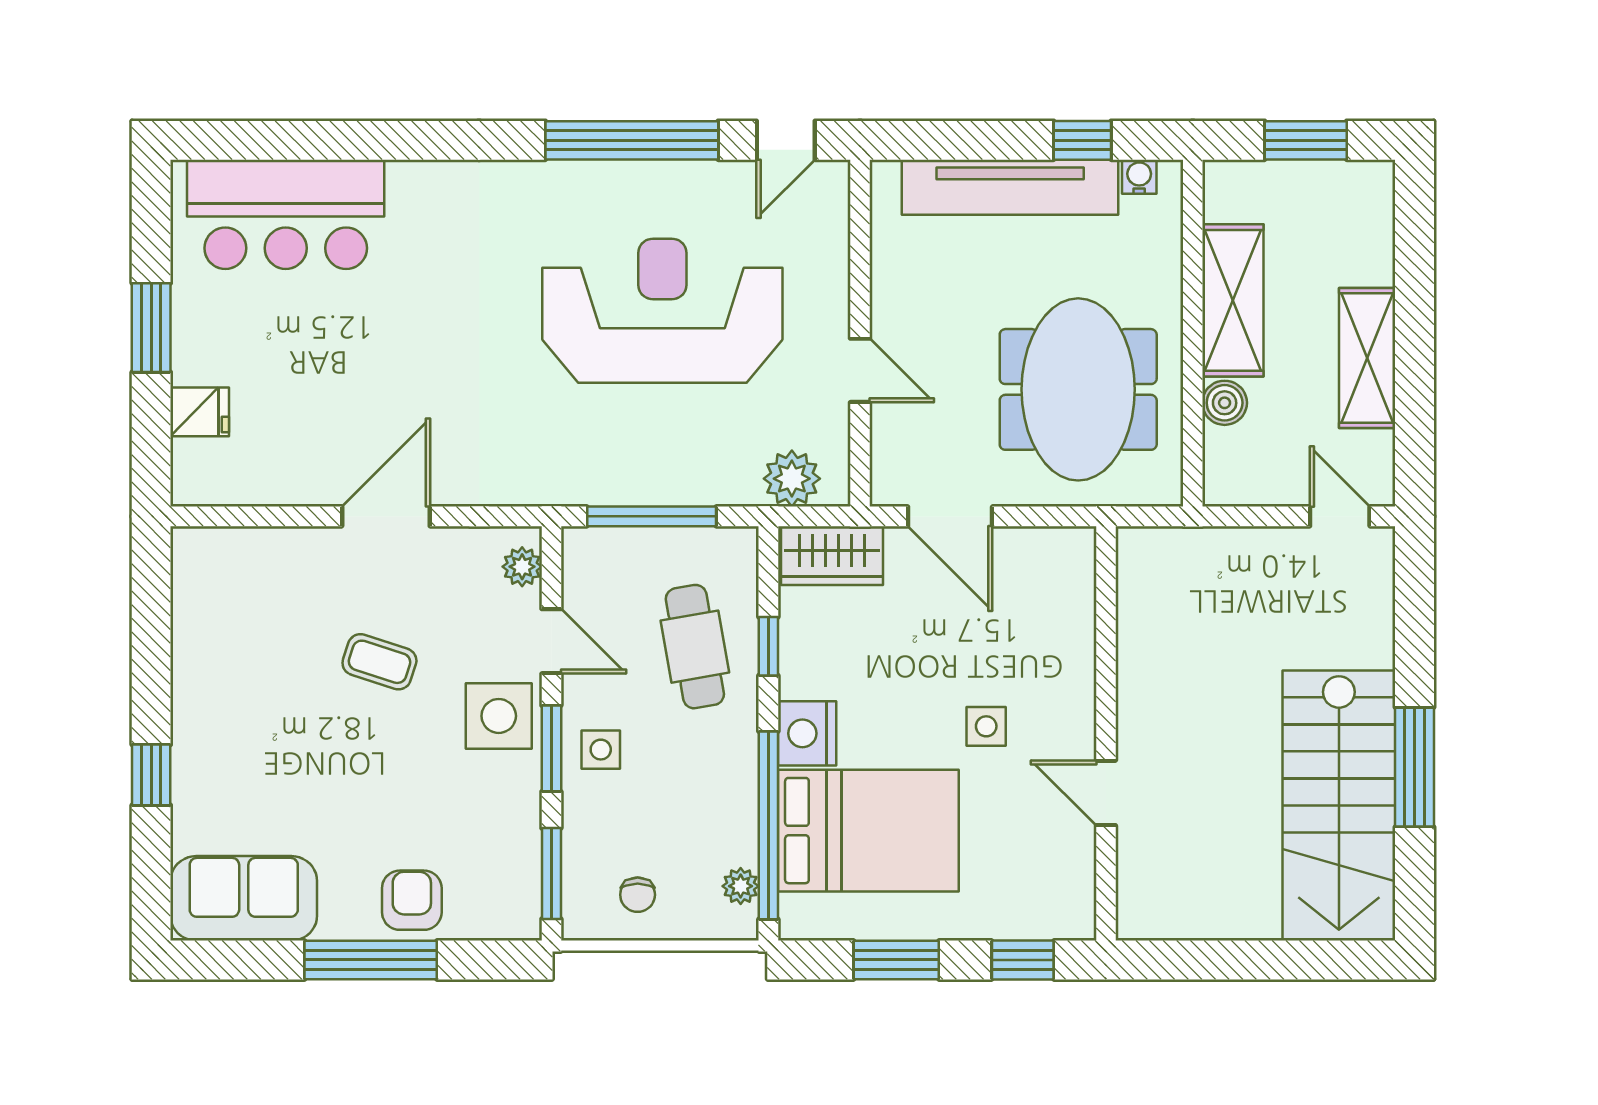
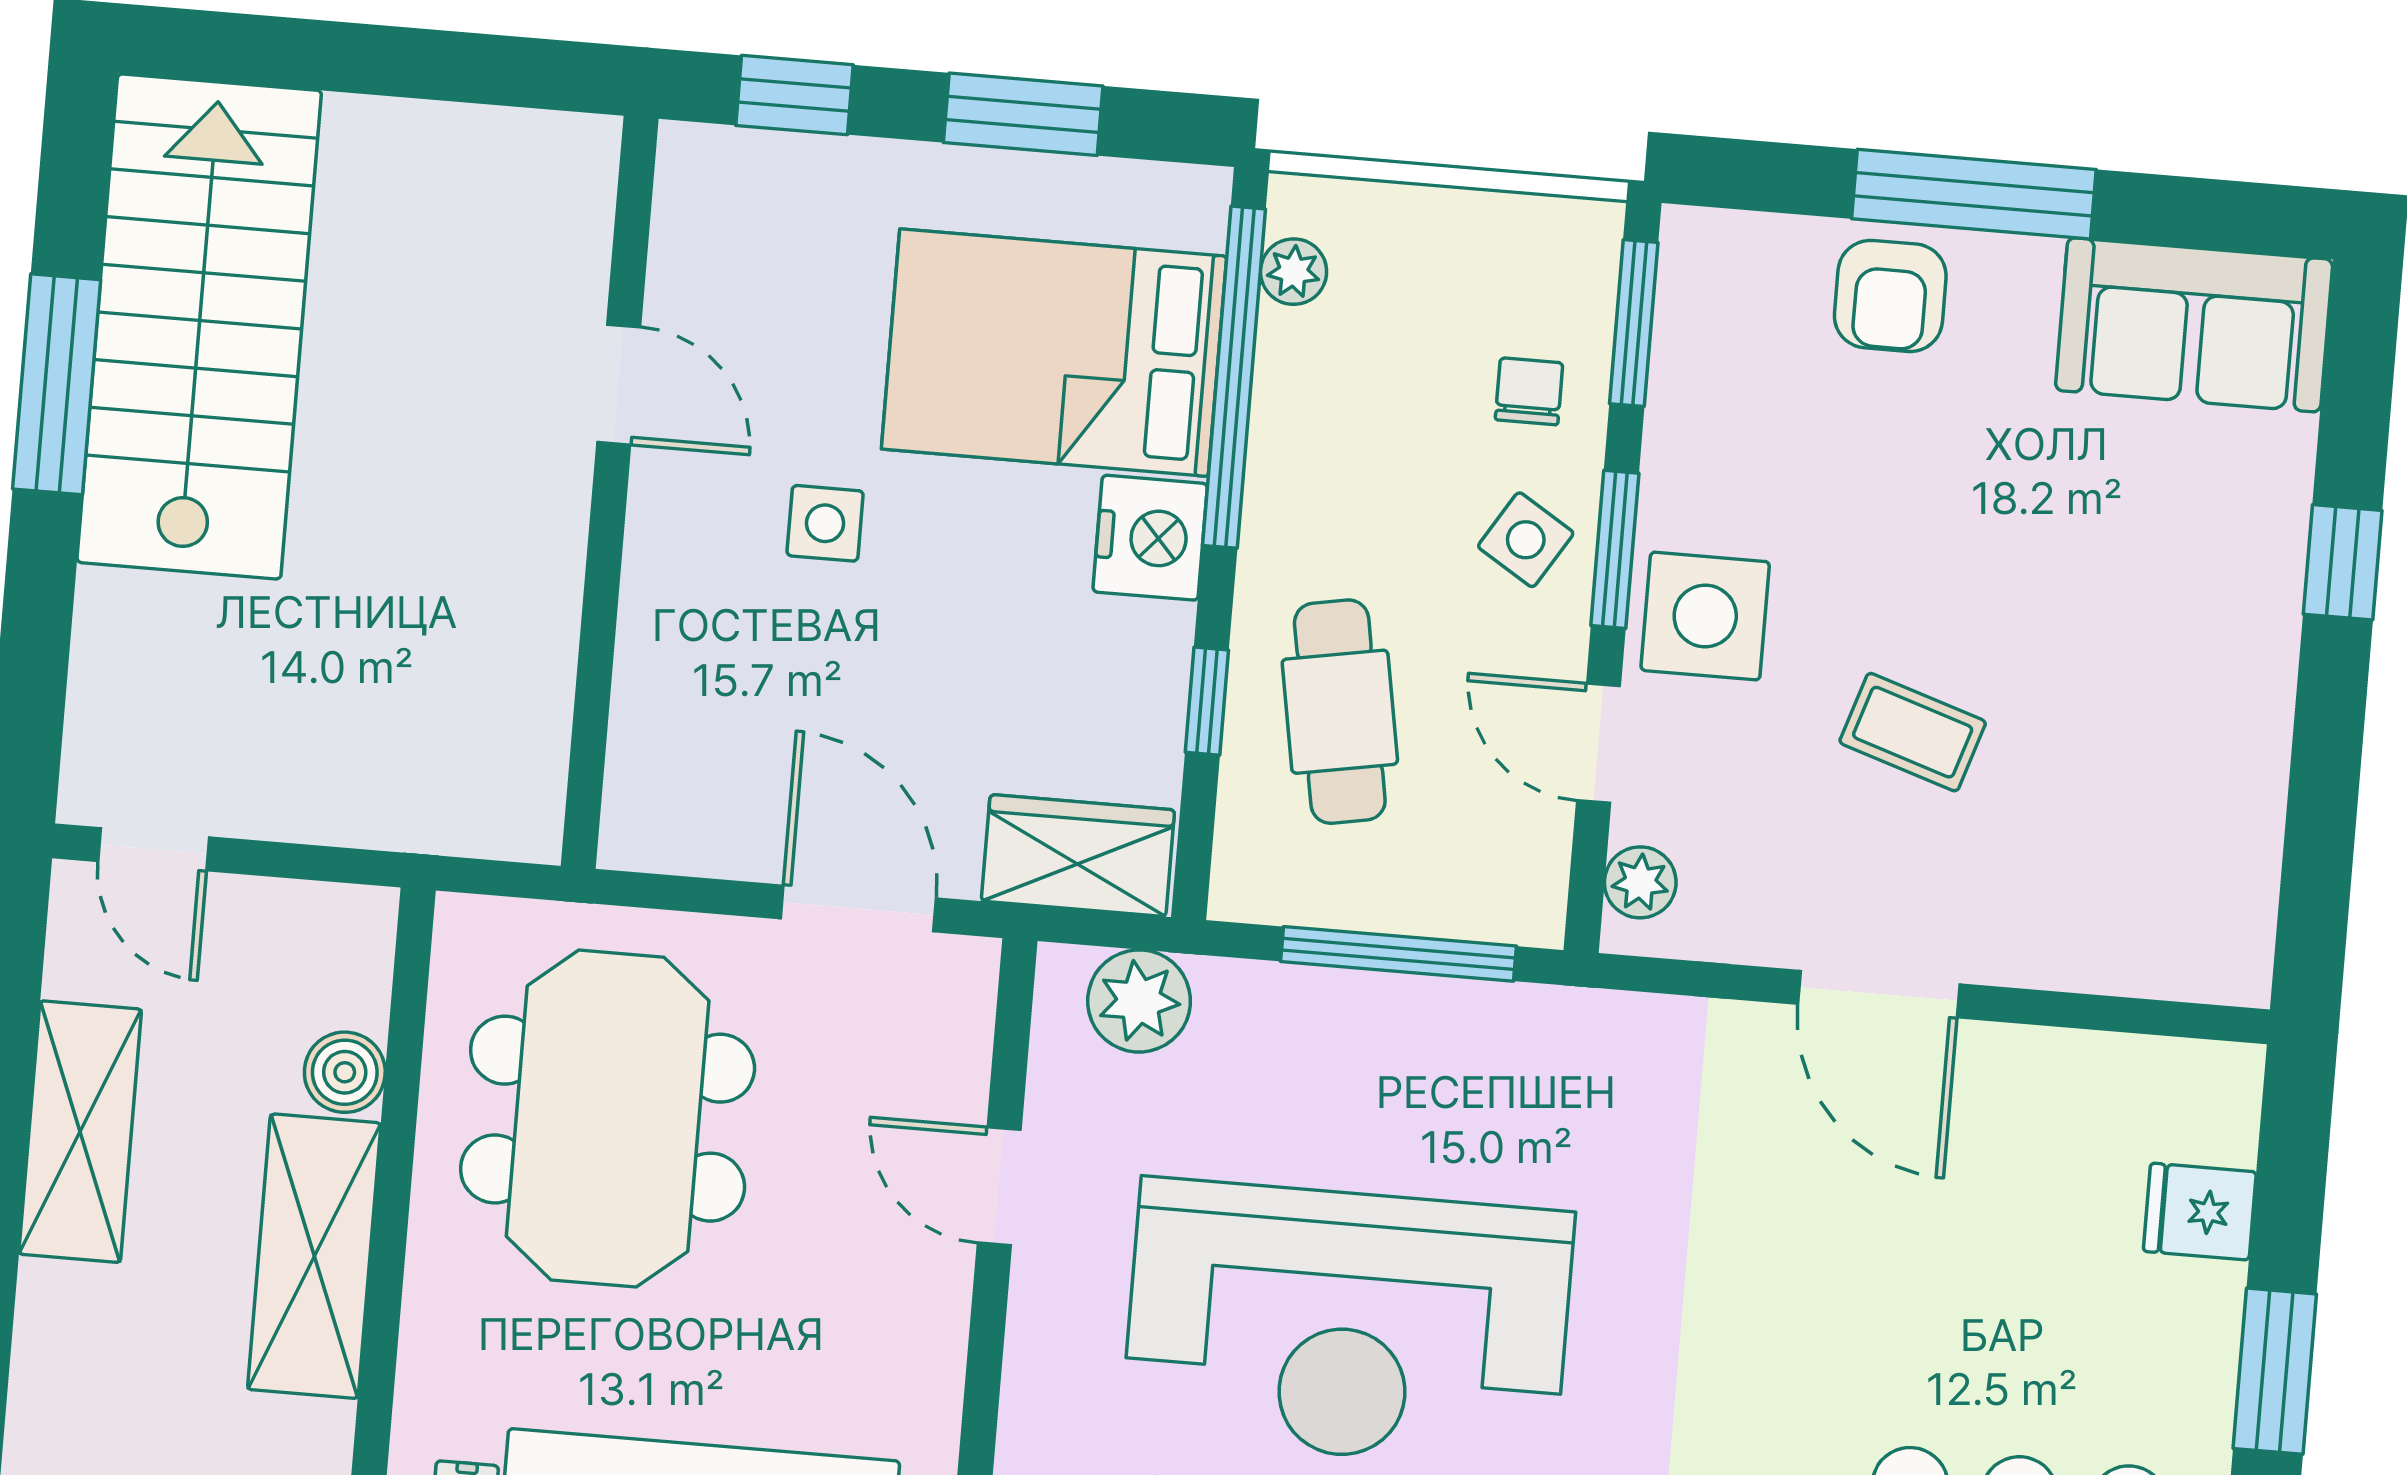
door: (386, 516) -> (1879, 994), hinge flipped
side table: (601, 750) -> (1526, 540), turned 32
chair: (638, 895) -> (1529, 391), moved

